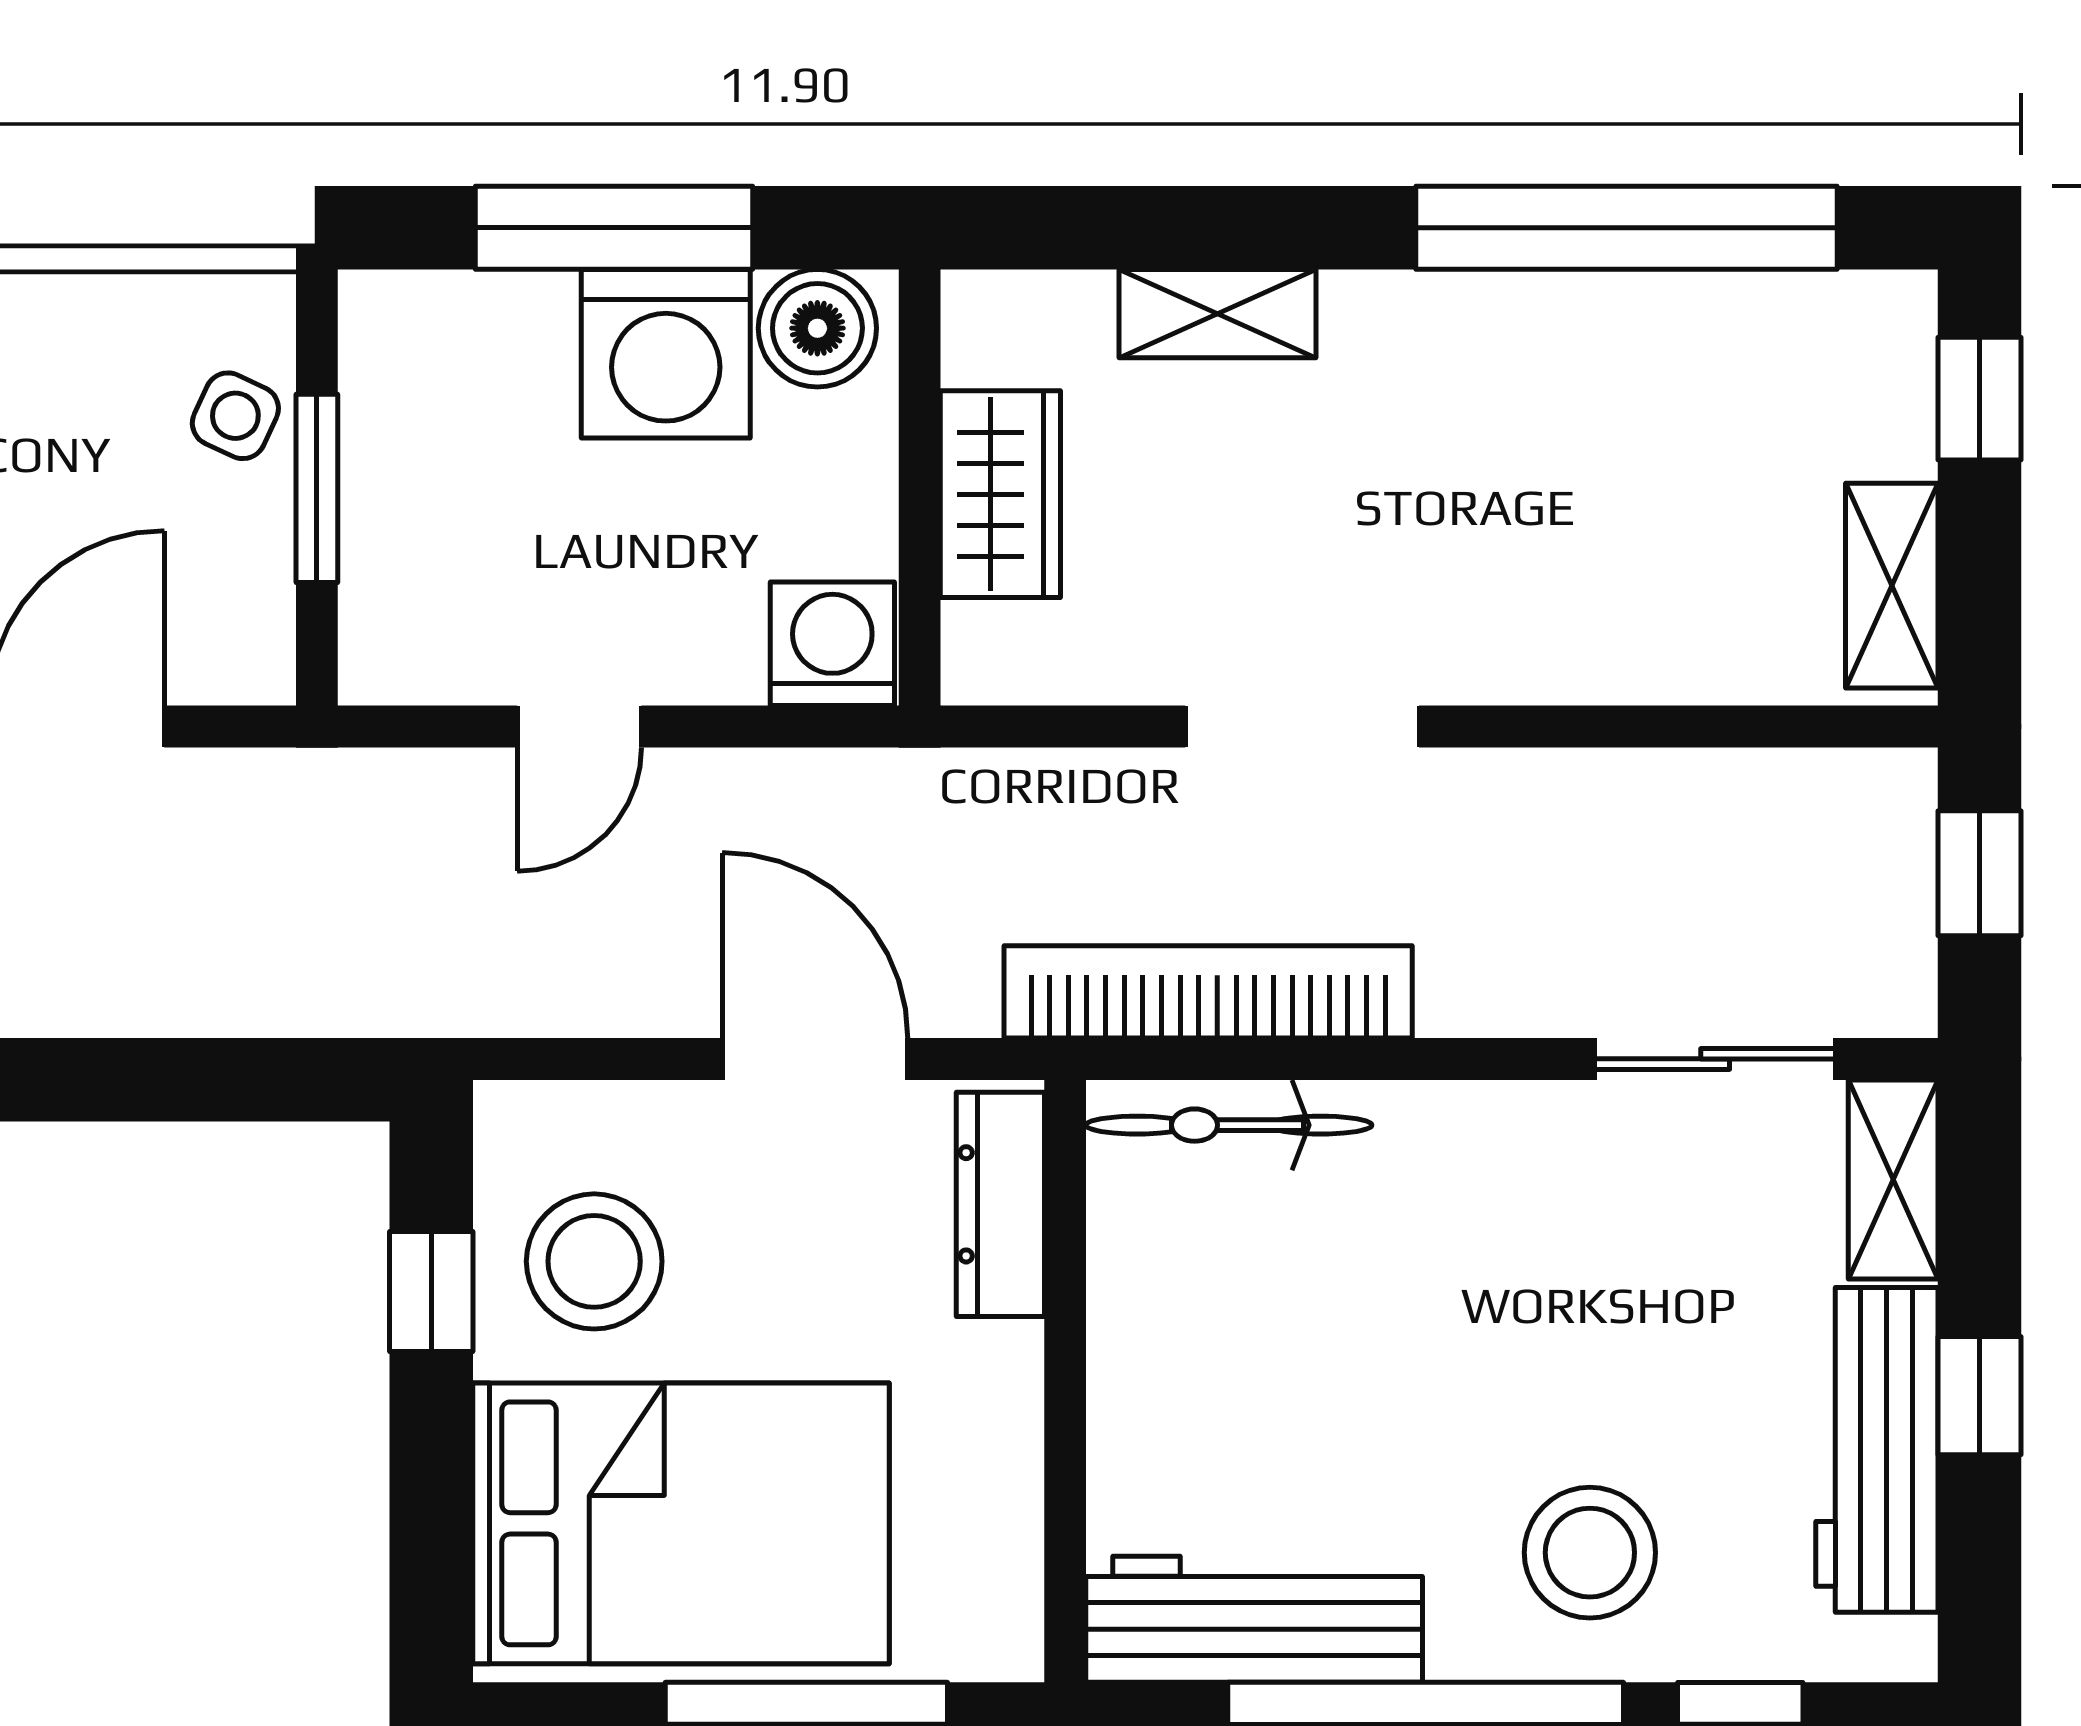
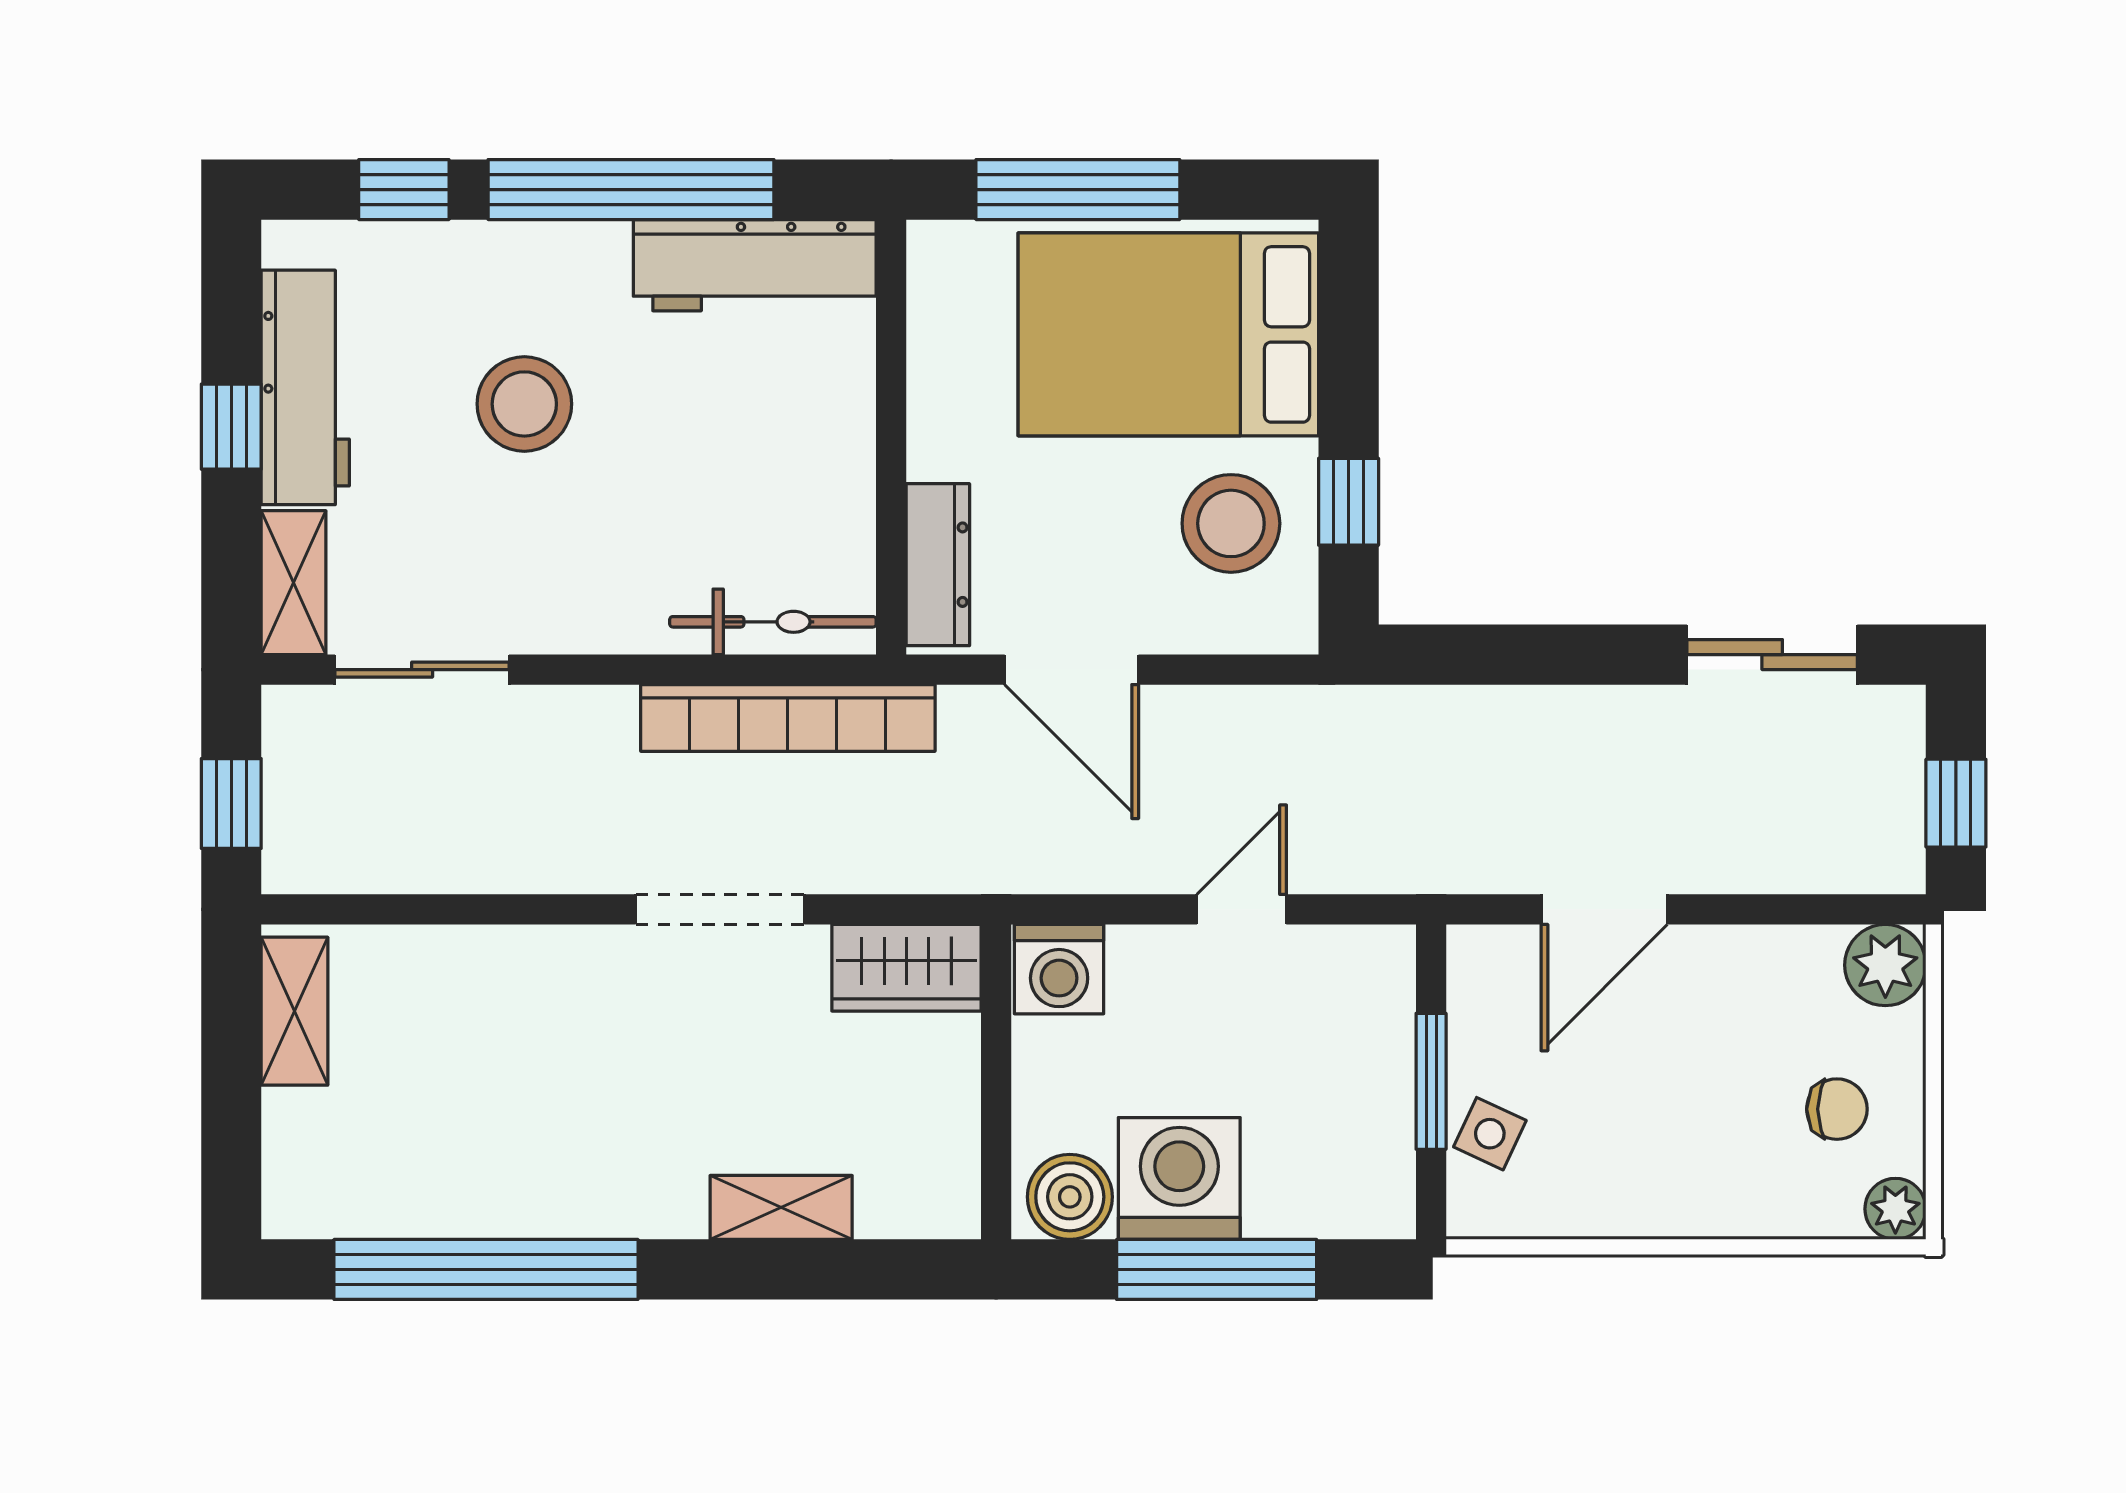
window: (1979, 399) -> (231, 1146), removed
wardrobe: (1000, 494) -> (906, 968), moved, turned -90
stool: (1590, 1553) -> (524, 404), moved

